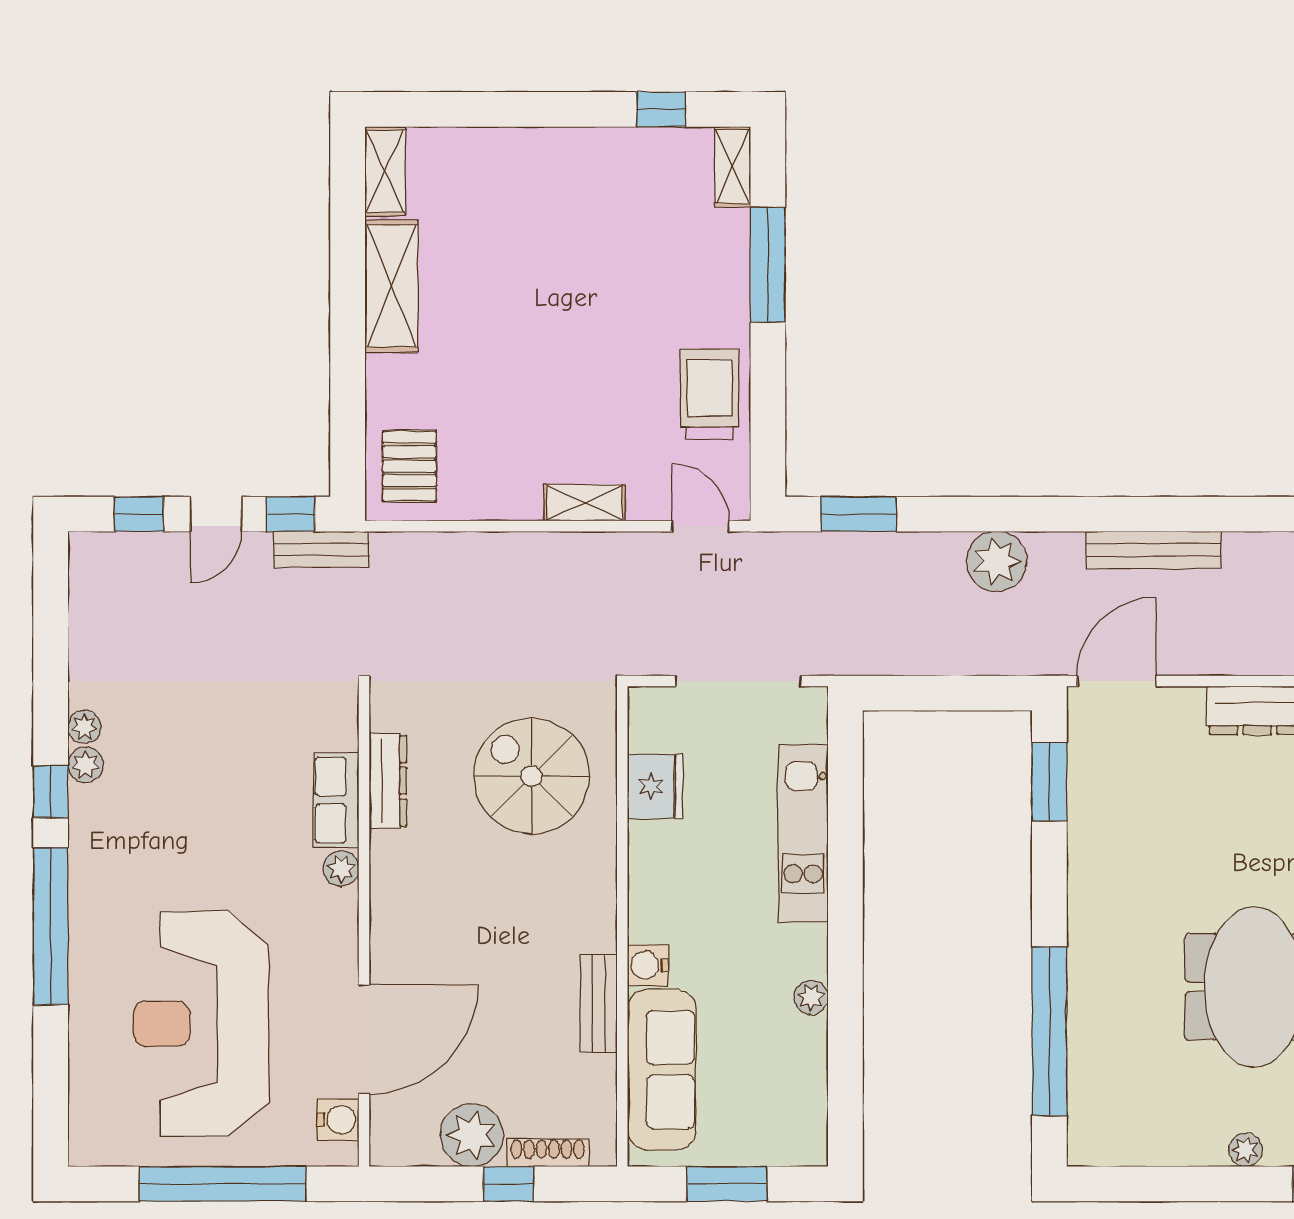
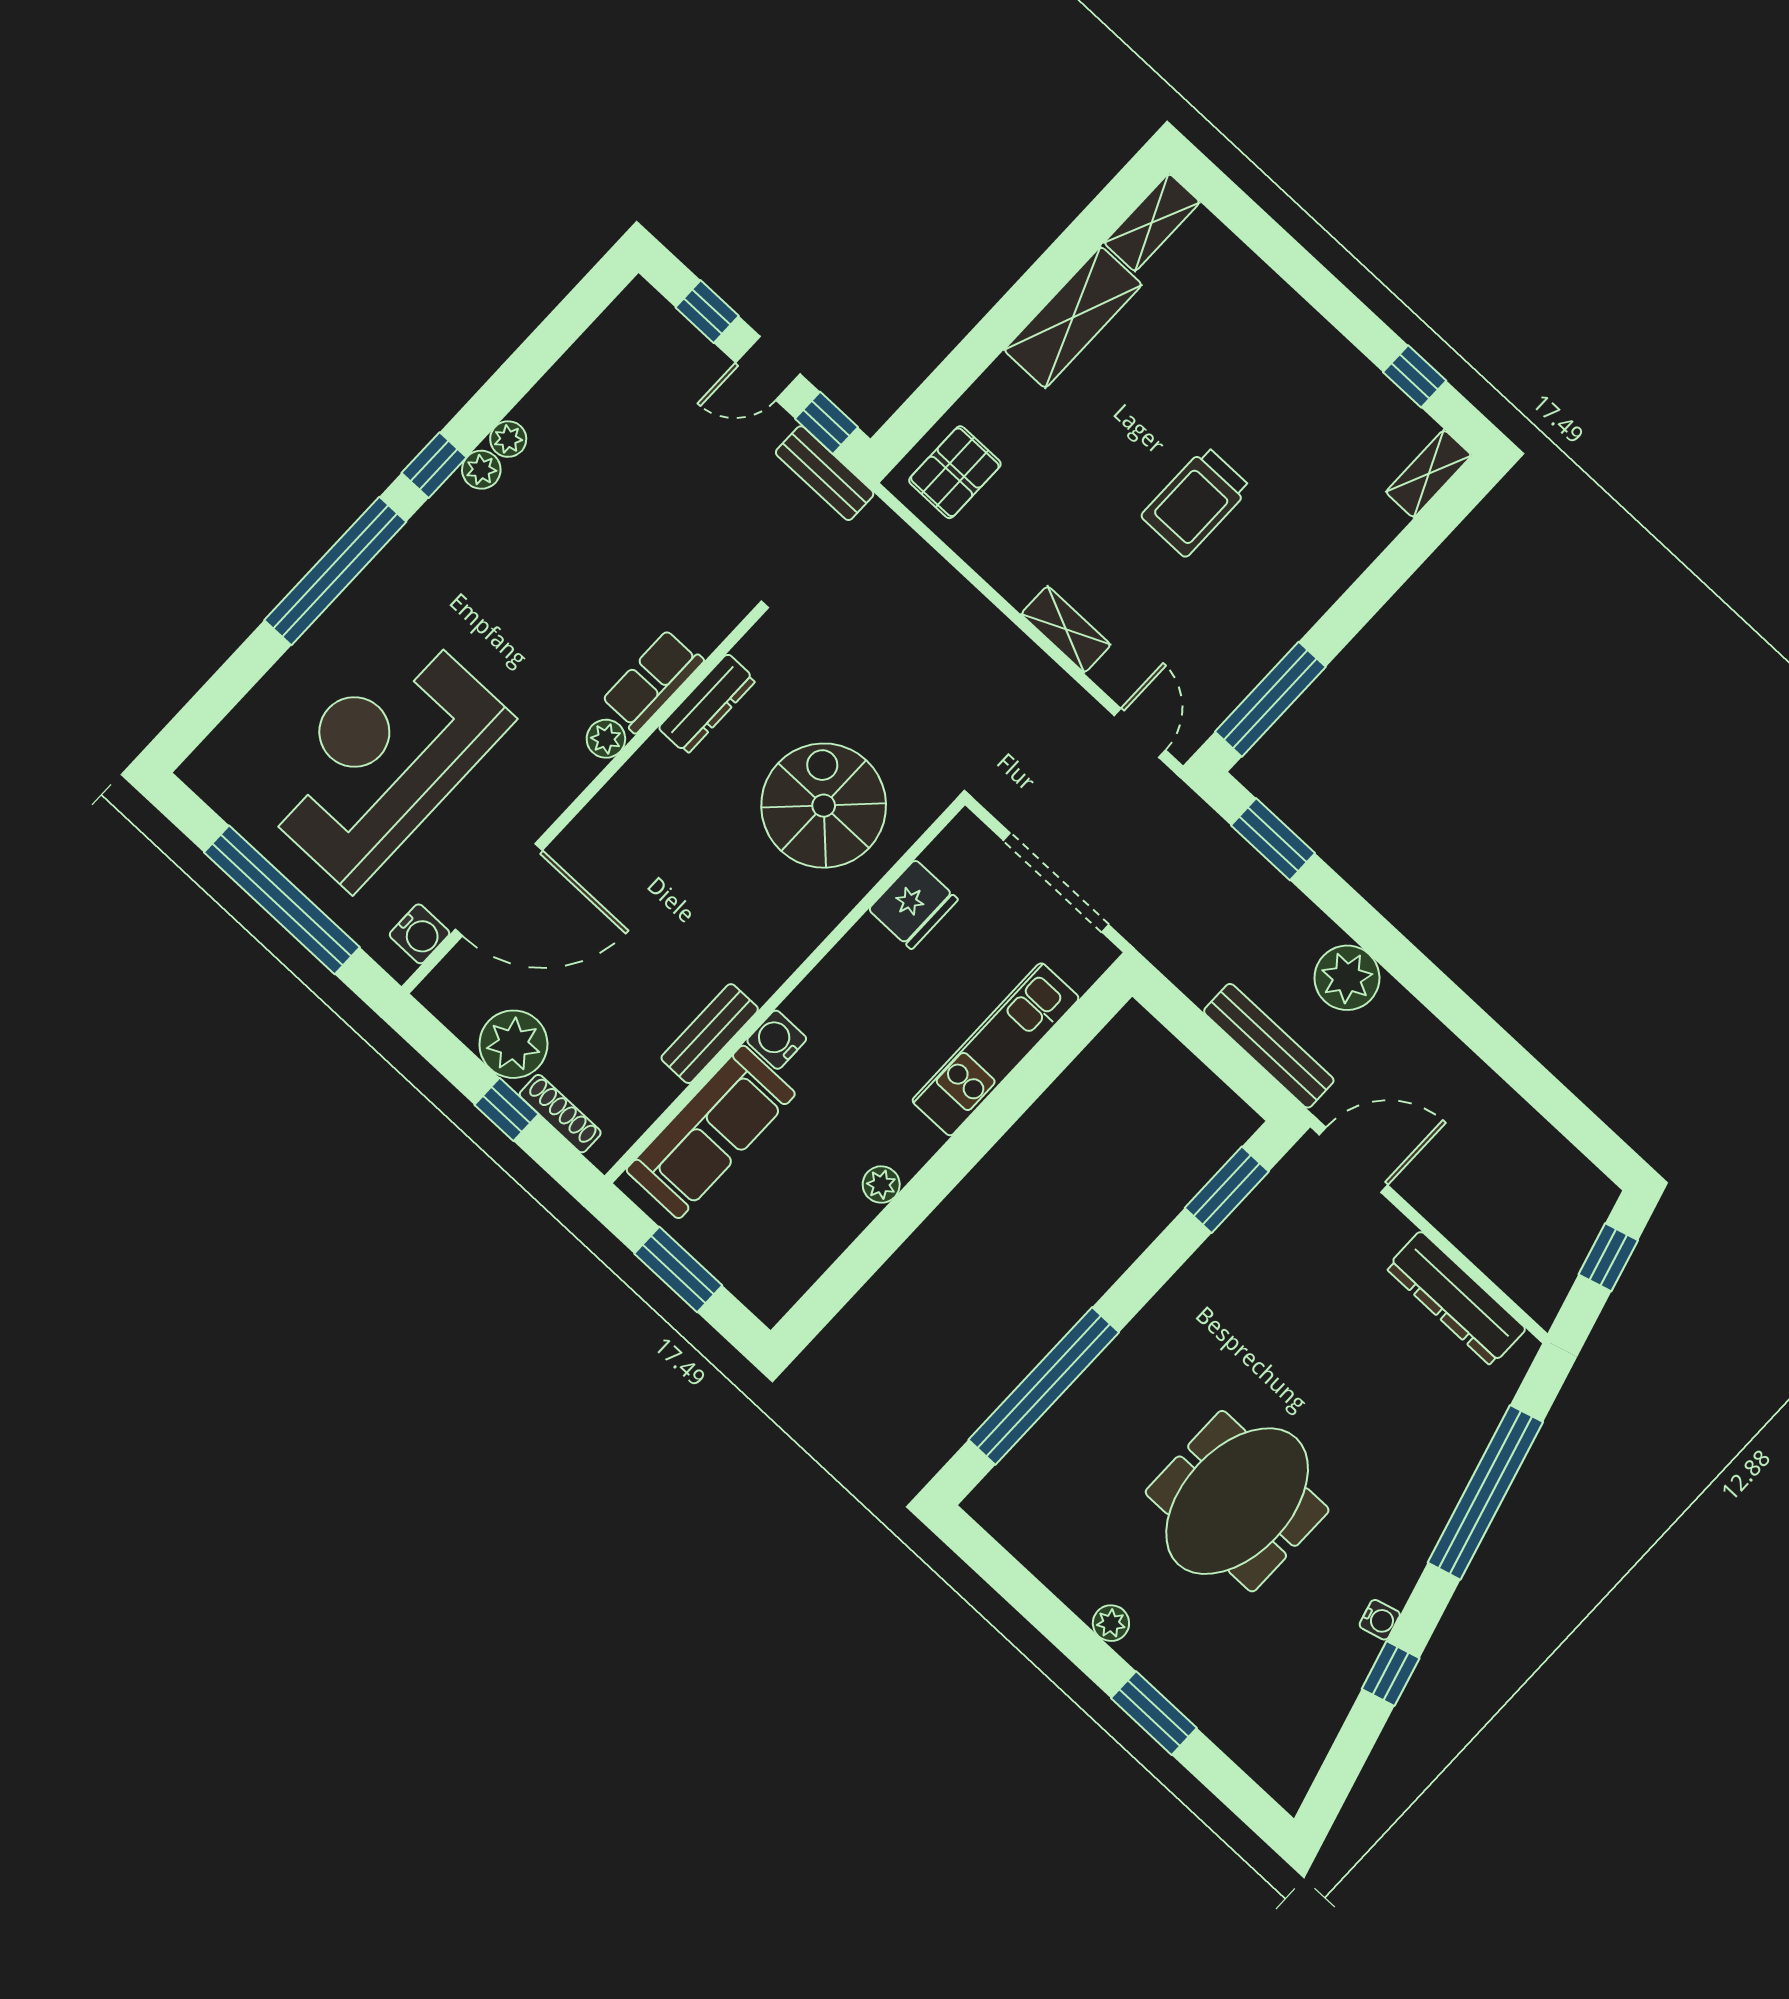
window: (768, 265) -> (1270, 699), moved
trolley: (710, 394) -> (1196, 502), moved, turned 180
bench: (1153, 550) -> (1269, 1046), moved

